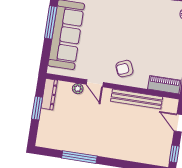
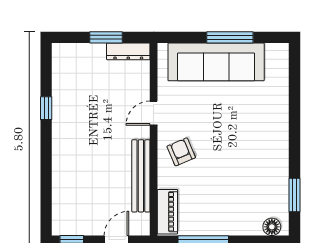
plant: (78, 89) -> (142, 90), removed
window: (79, 157) -> (46, 108), width x0.46

